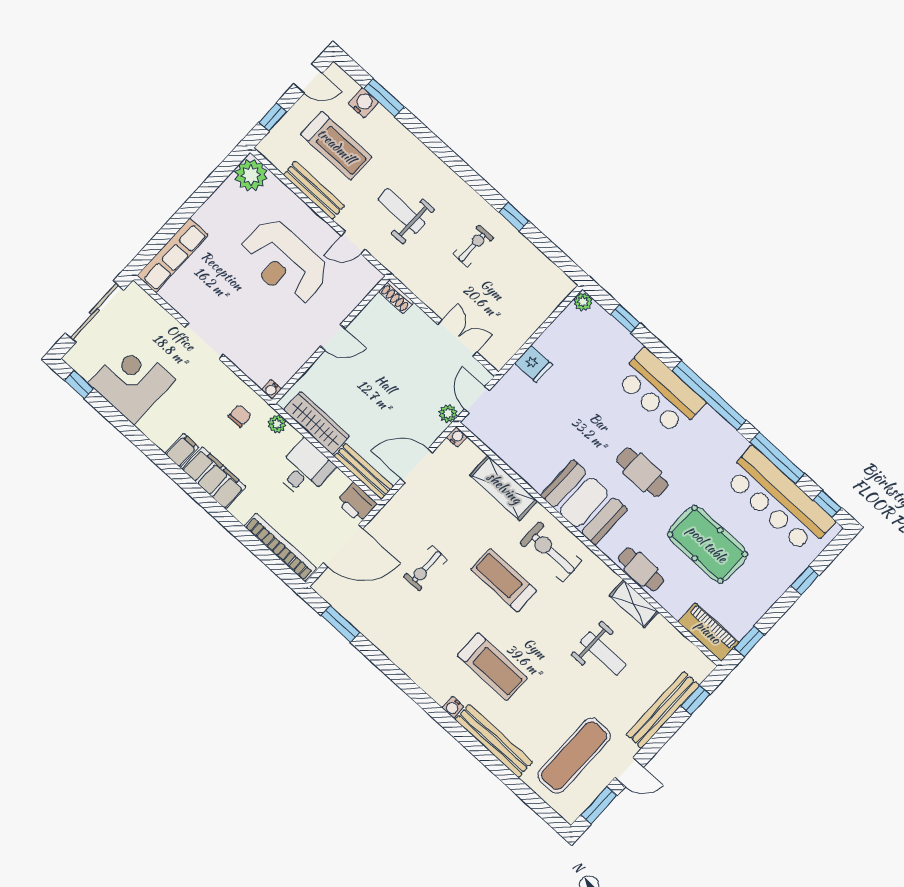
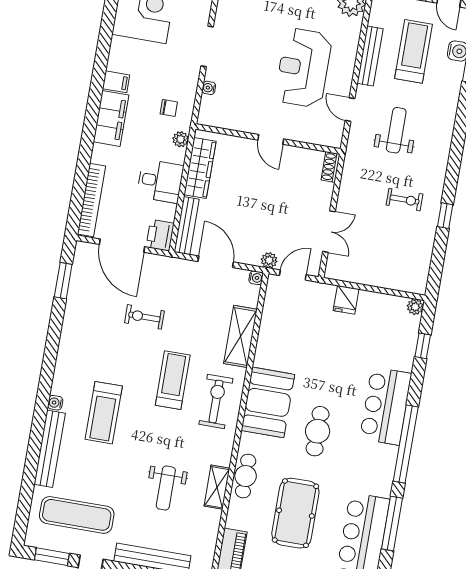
treadmill: (336, 146) -> (414, 51), turned 180
water cooler: (272, 389) -> (209, 88), moved

